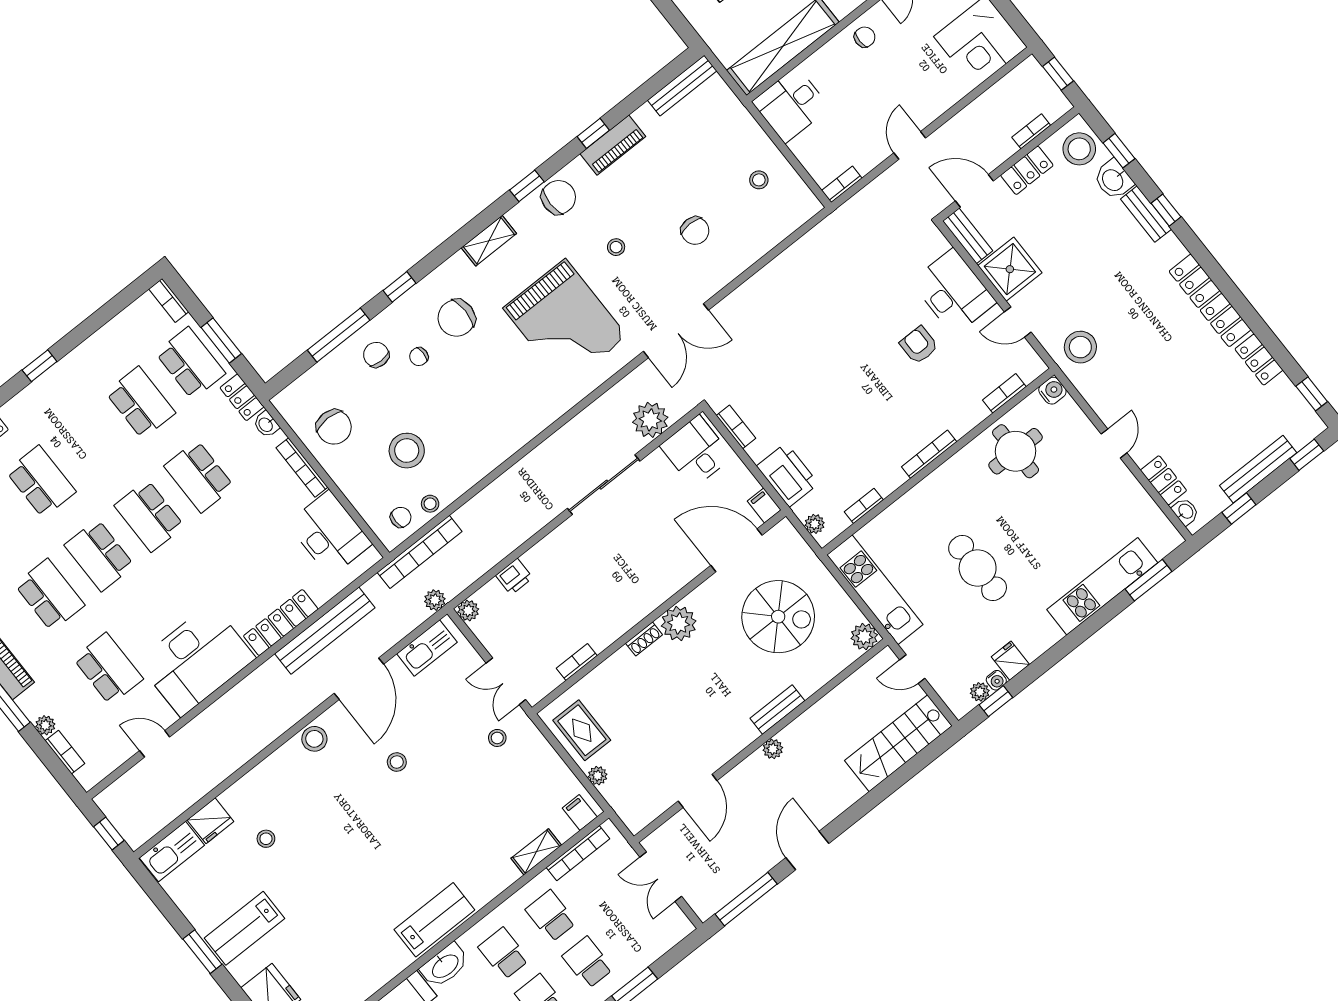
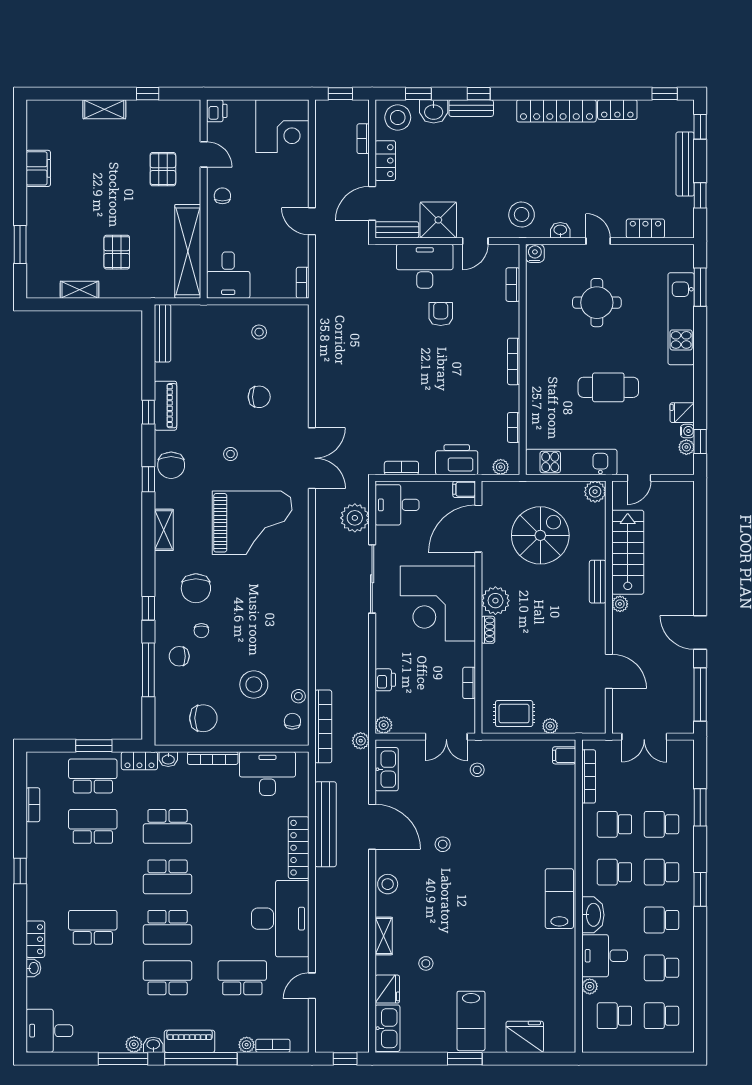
chair: (559, 197) -> (171, 465), turned 180
bookcase: (169, 300) -> (33, 805), moved, turned -90
armchair: (919, 345) -> (441, 314), turned 90
round table: (1016, 451) -> (597, 303), moved
washbasin: (1185, 512) -> (560, 230), moved
corner desk: (631, 569) -> (438, 603), added
stairs: (898, 743) -> (628, 552), moved, turned 180
shelving: (536, 852) -> (384, 936), moved

